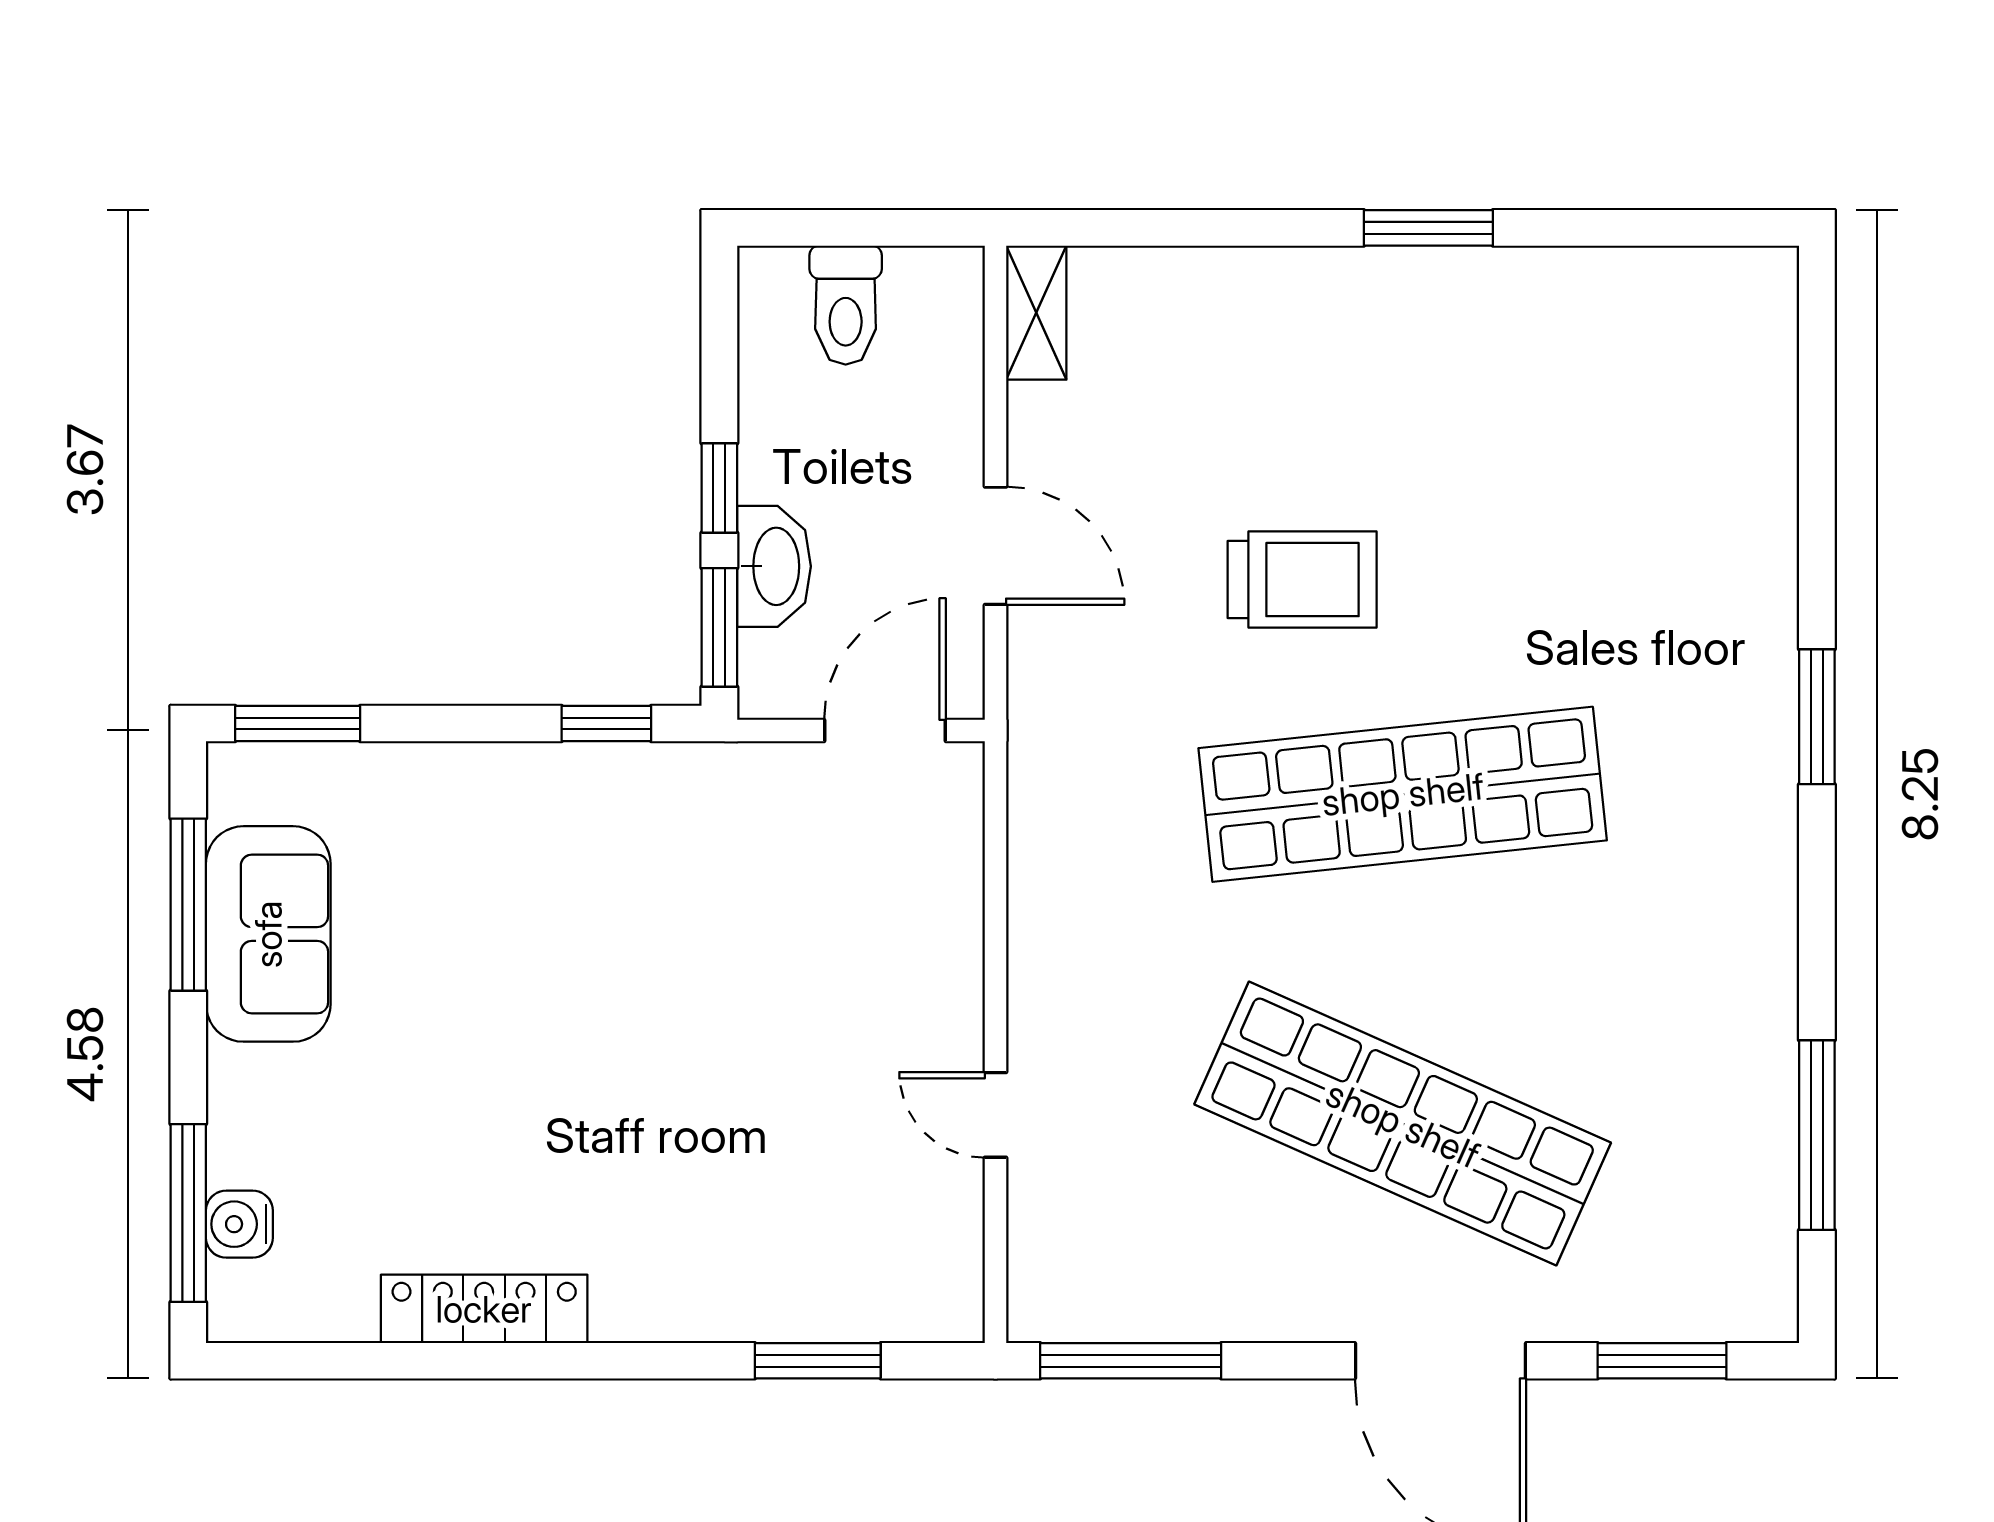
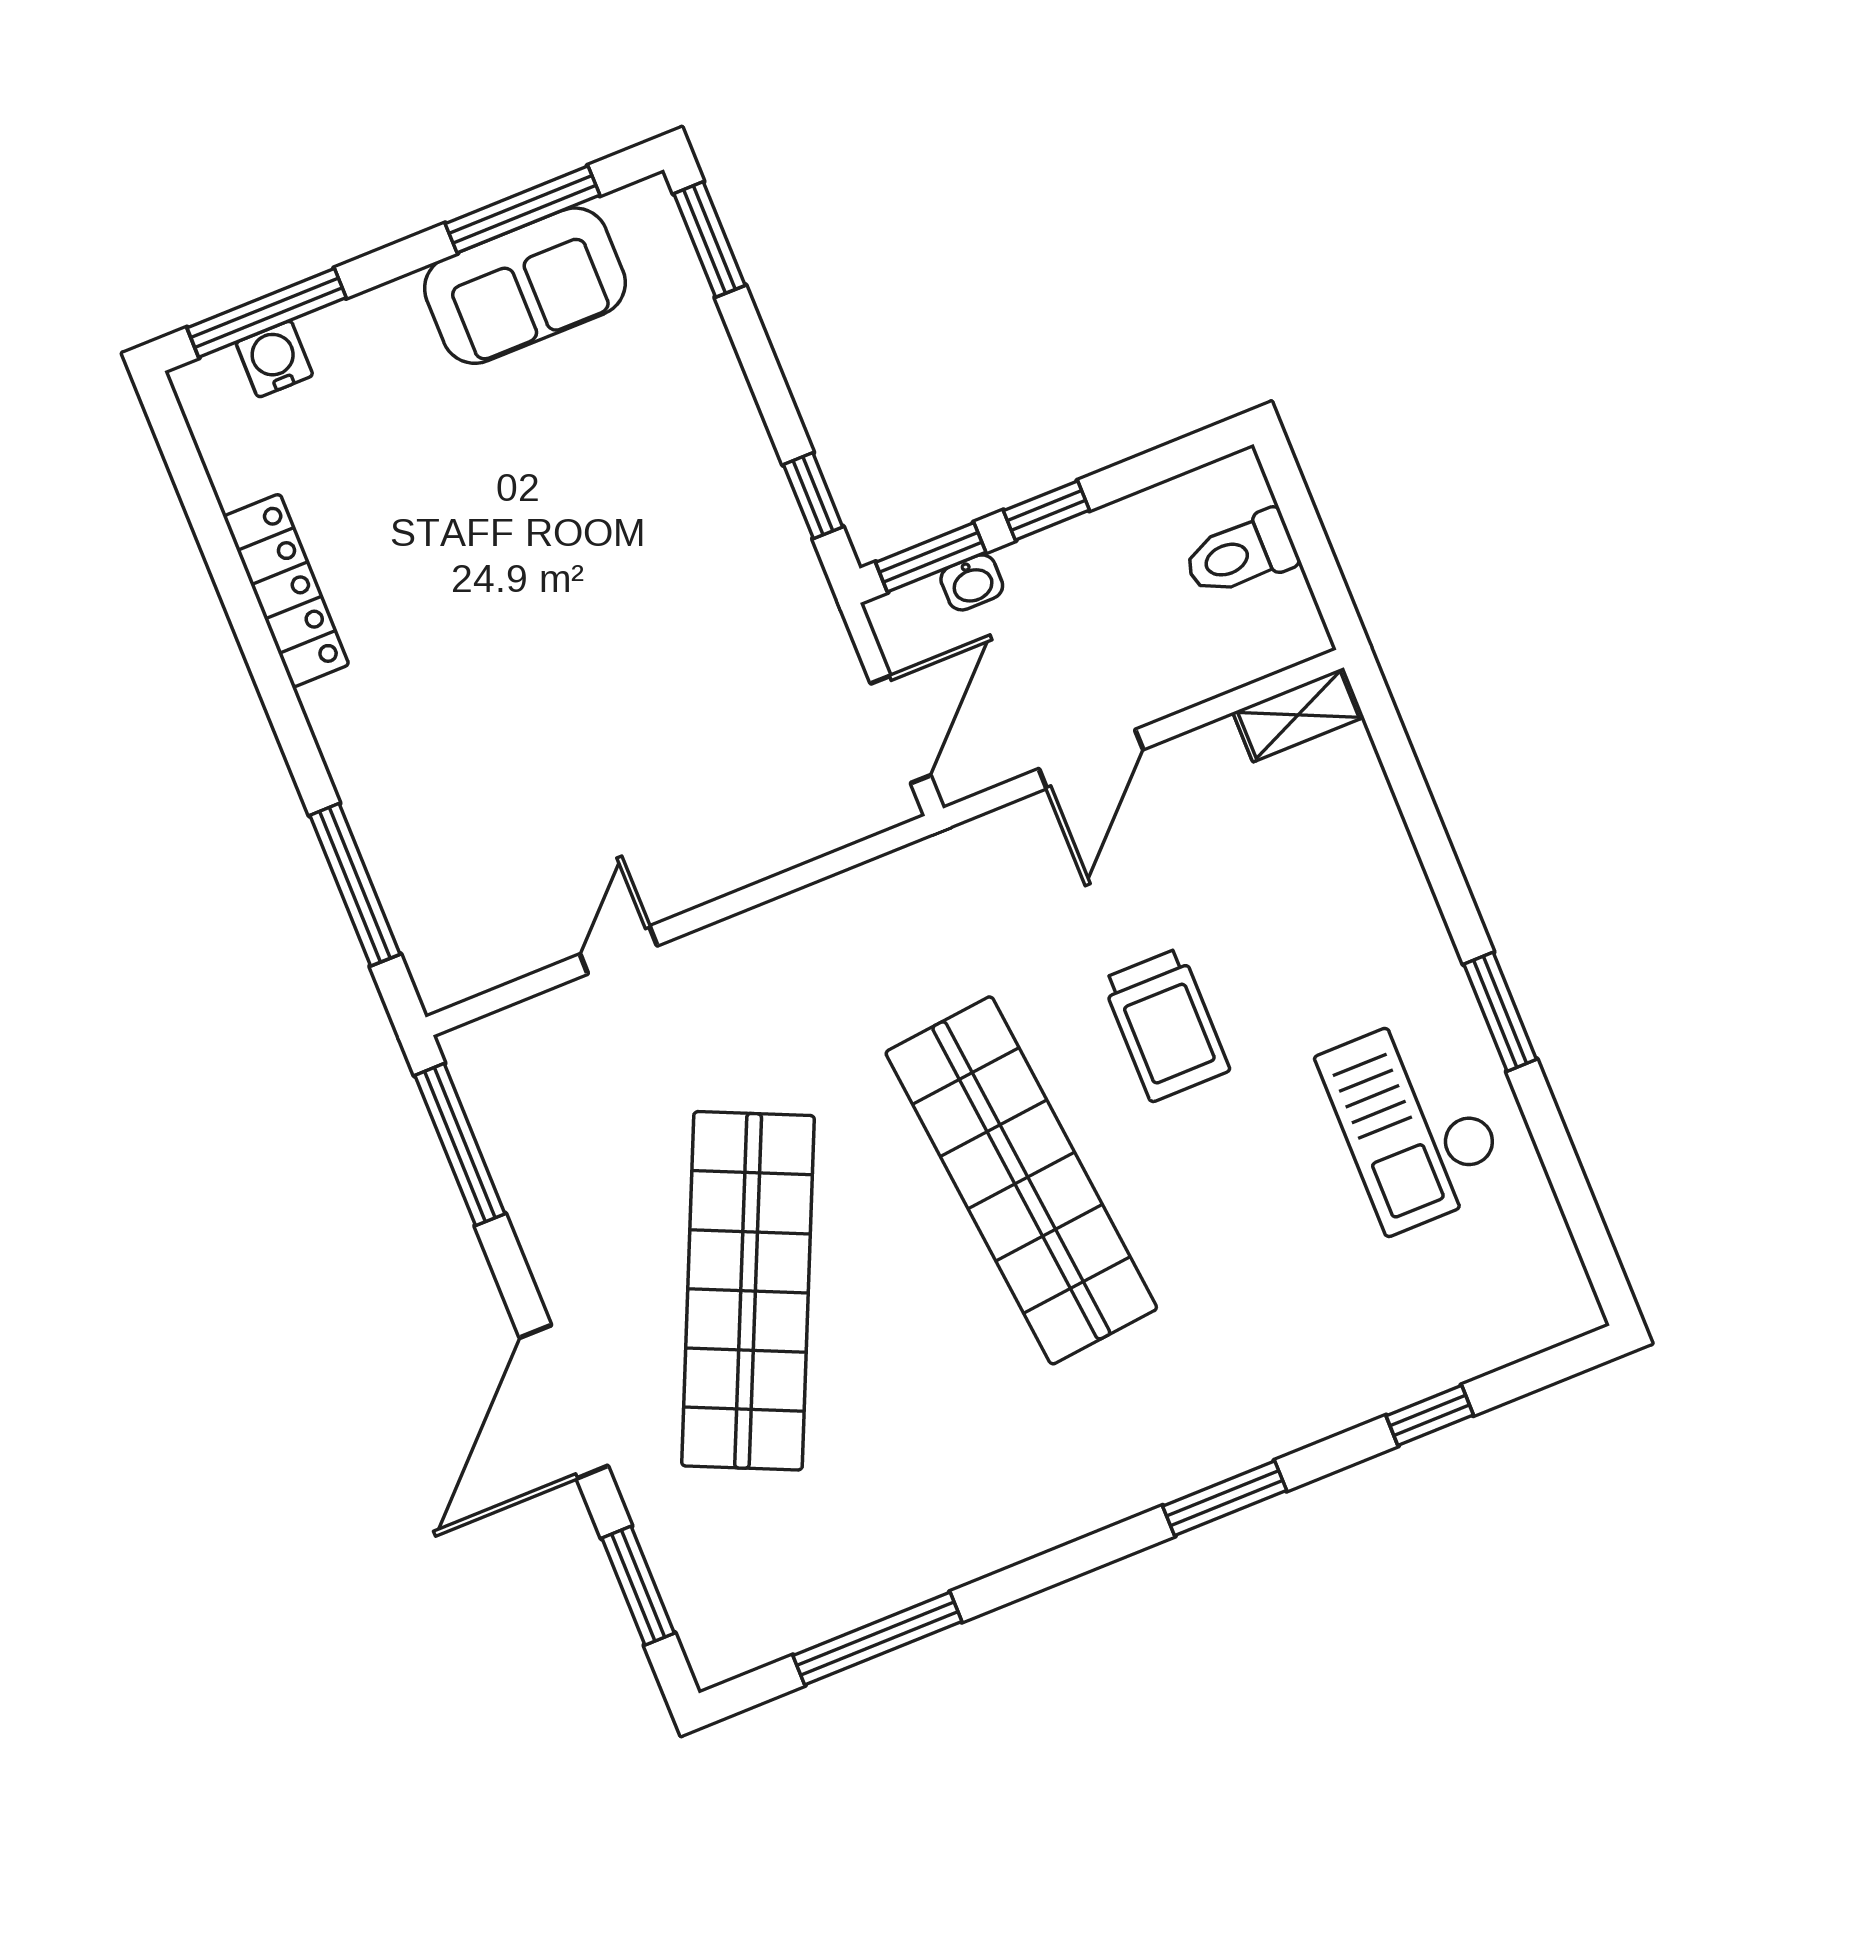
checkout: (1506, 363) -> (1414, 1122), added
window: (1817, 470) -> (1430, 1415), added
washbasin: (774, 566) -> (972, 582), width x0.52, depth x0.69
door: (885, 731) -> (901, 729), hinge flipped
window: (818, 1361) -> (355, 885), width x1.44

